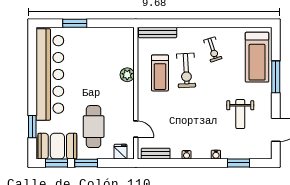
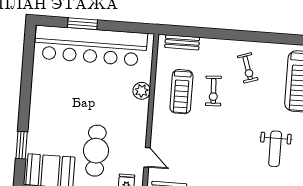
bench: (158, 33) -> (182, 42), width x0.73
exercise bike: (186, 70) -> (213, 91), width x0.73, depth x0.72
bar counter: (50, 74) -> (91, 46), moved, turned 90

